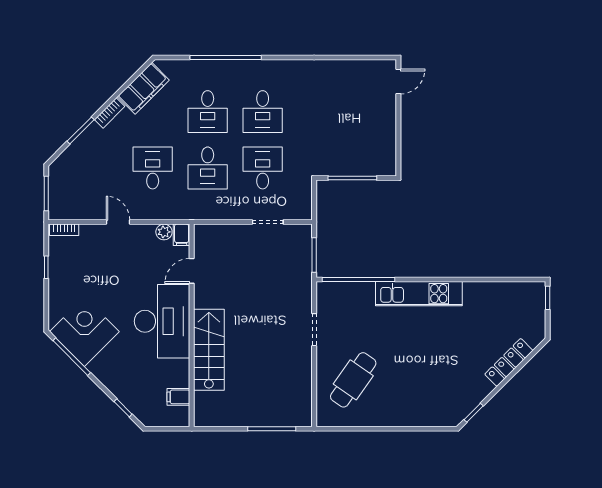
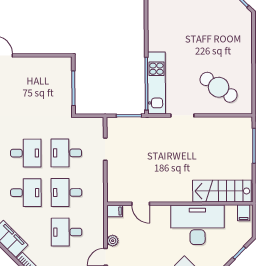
desk: (208, 168) -> (66, 192), turned 180
plant: (164, 232) -> (113, 241), moved
kitchen unit: (419, 294) -> (156, 83), moved
desk: (162, 321) -> (198, 225), moved
stairs: (209, 350) -> (222, 191), moved
filing cabinet: (178, 397) -> (244, 213), moved

